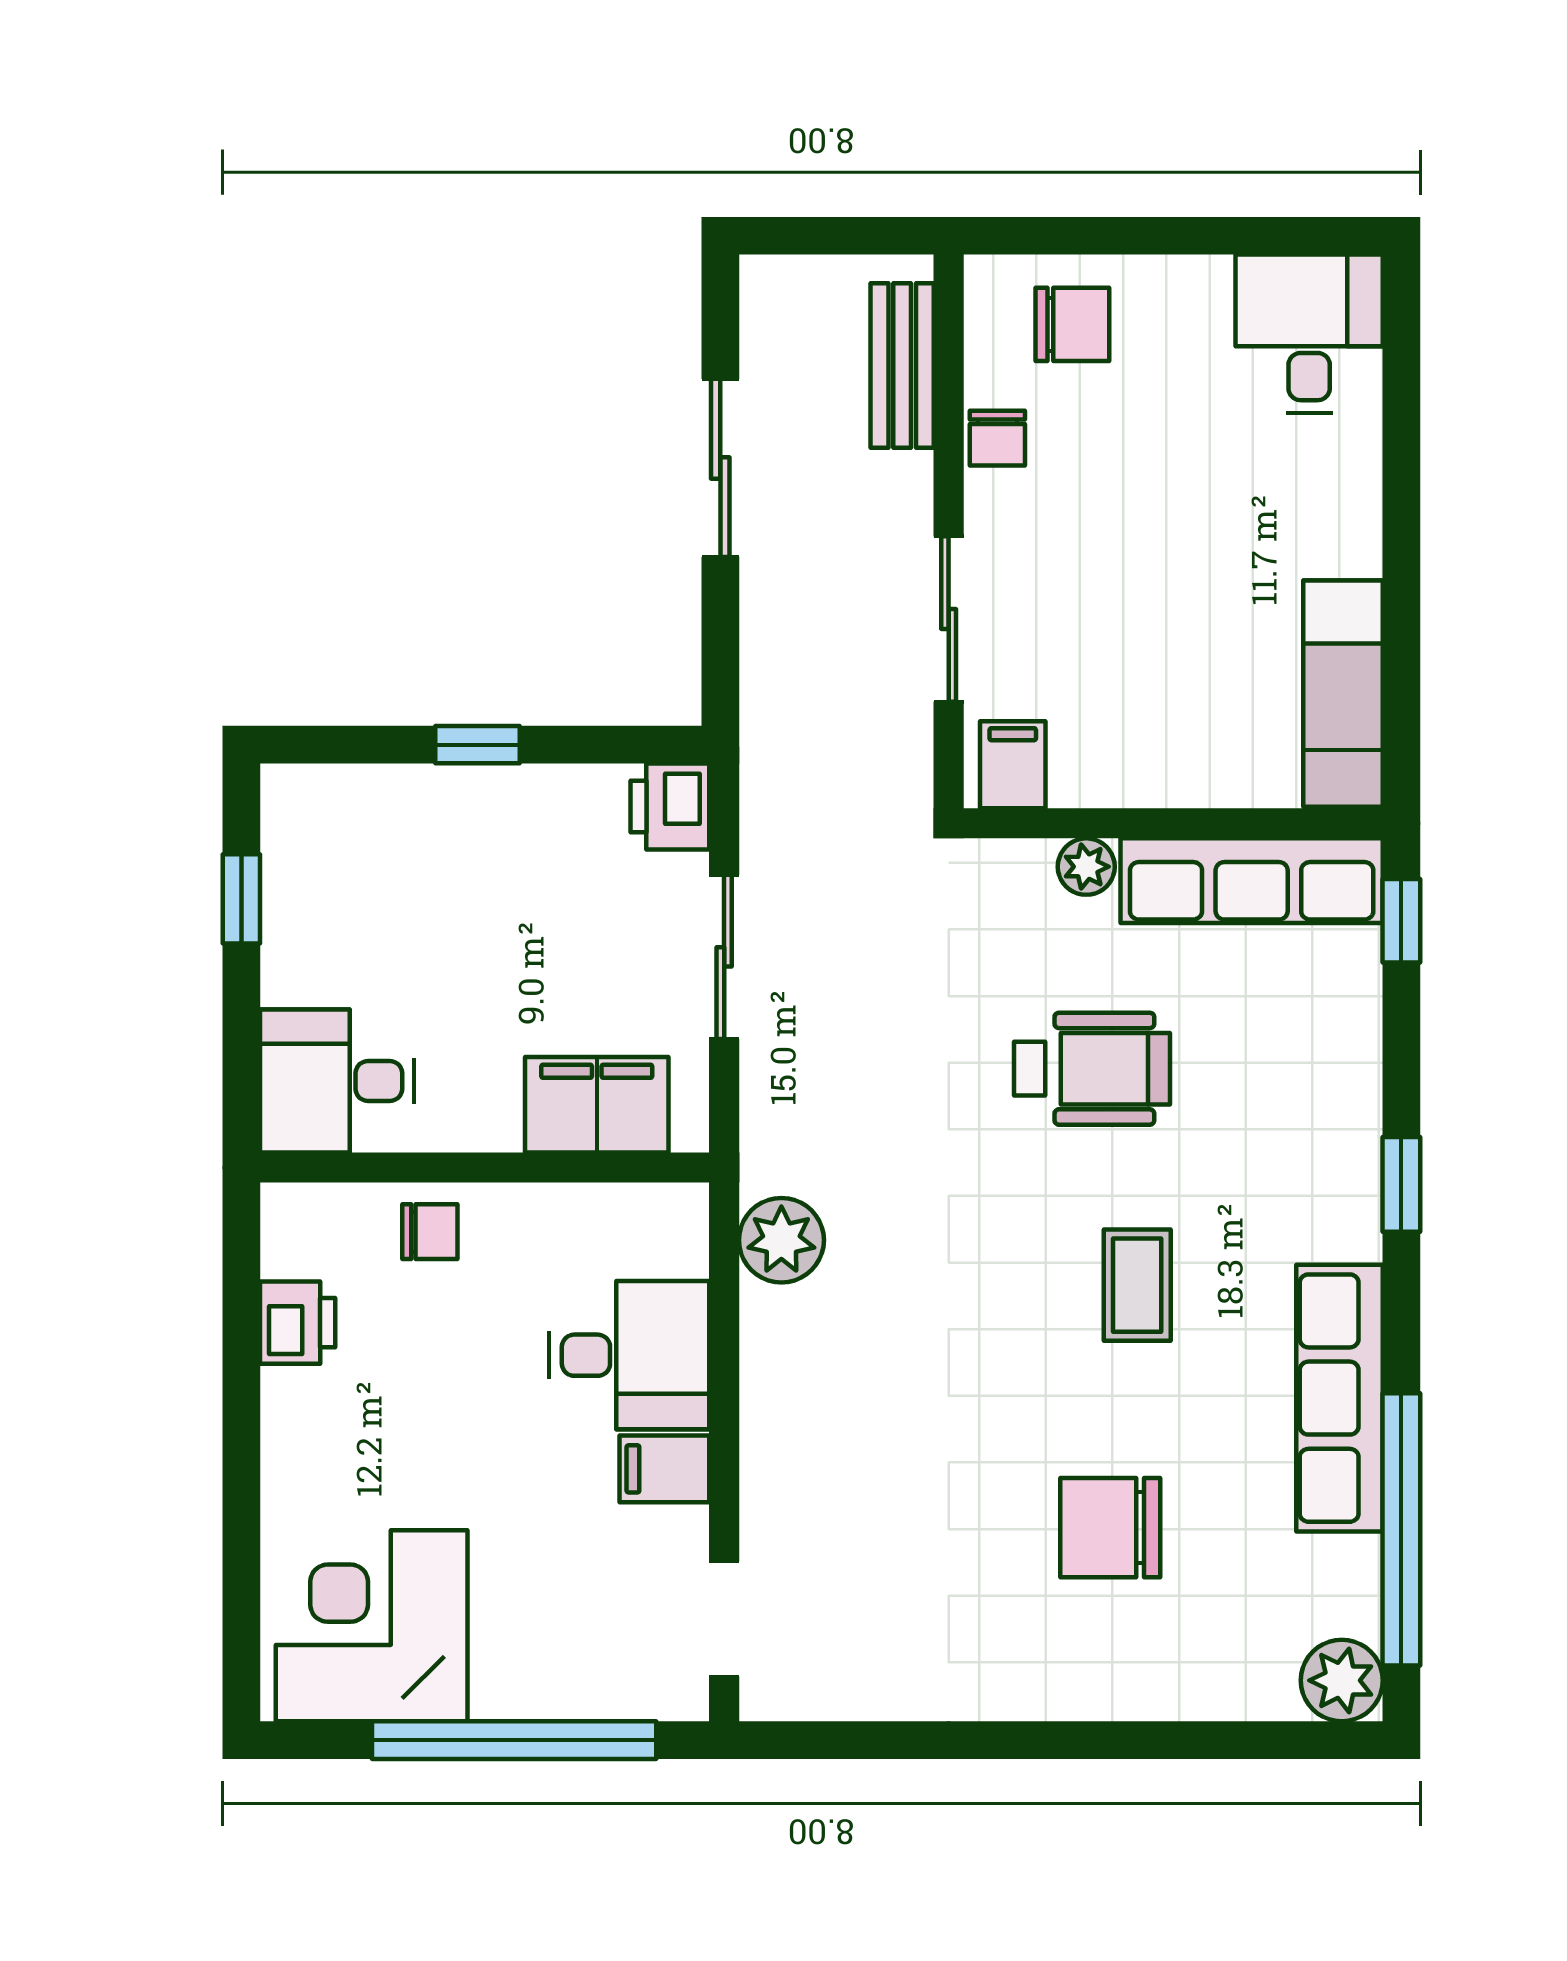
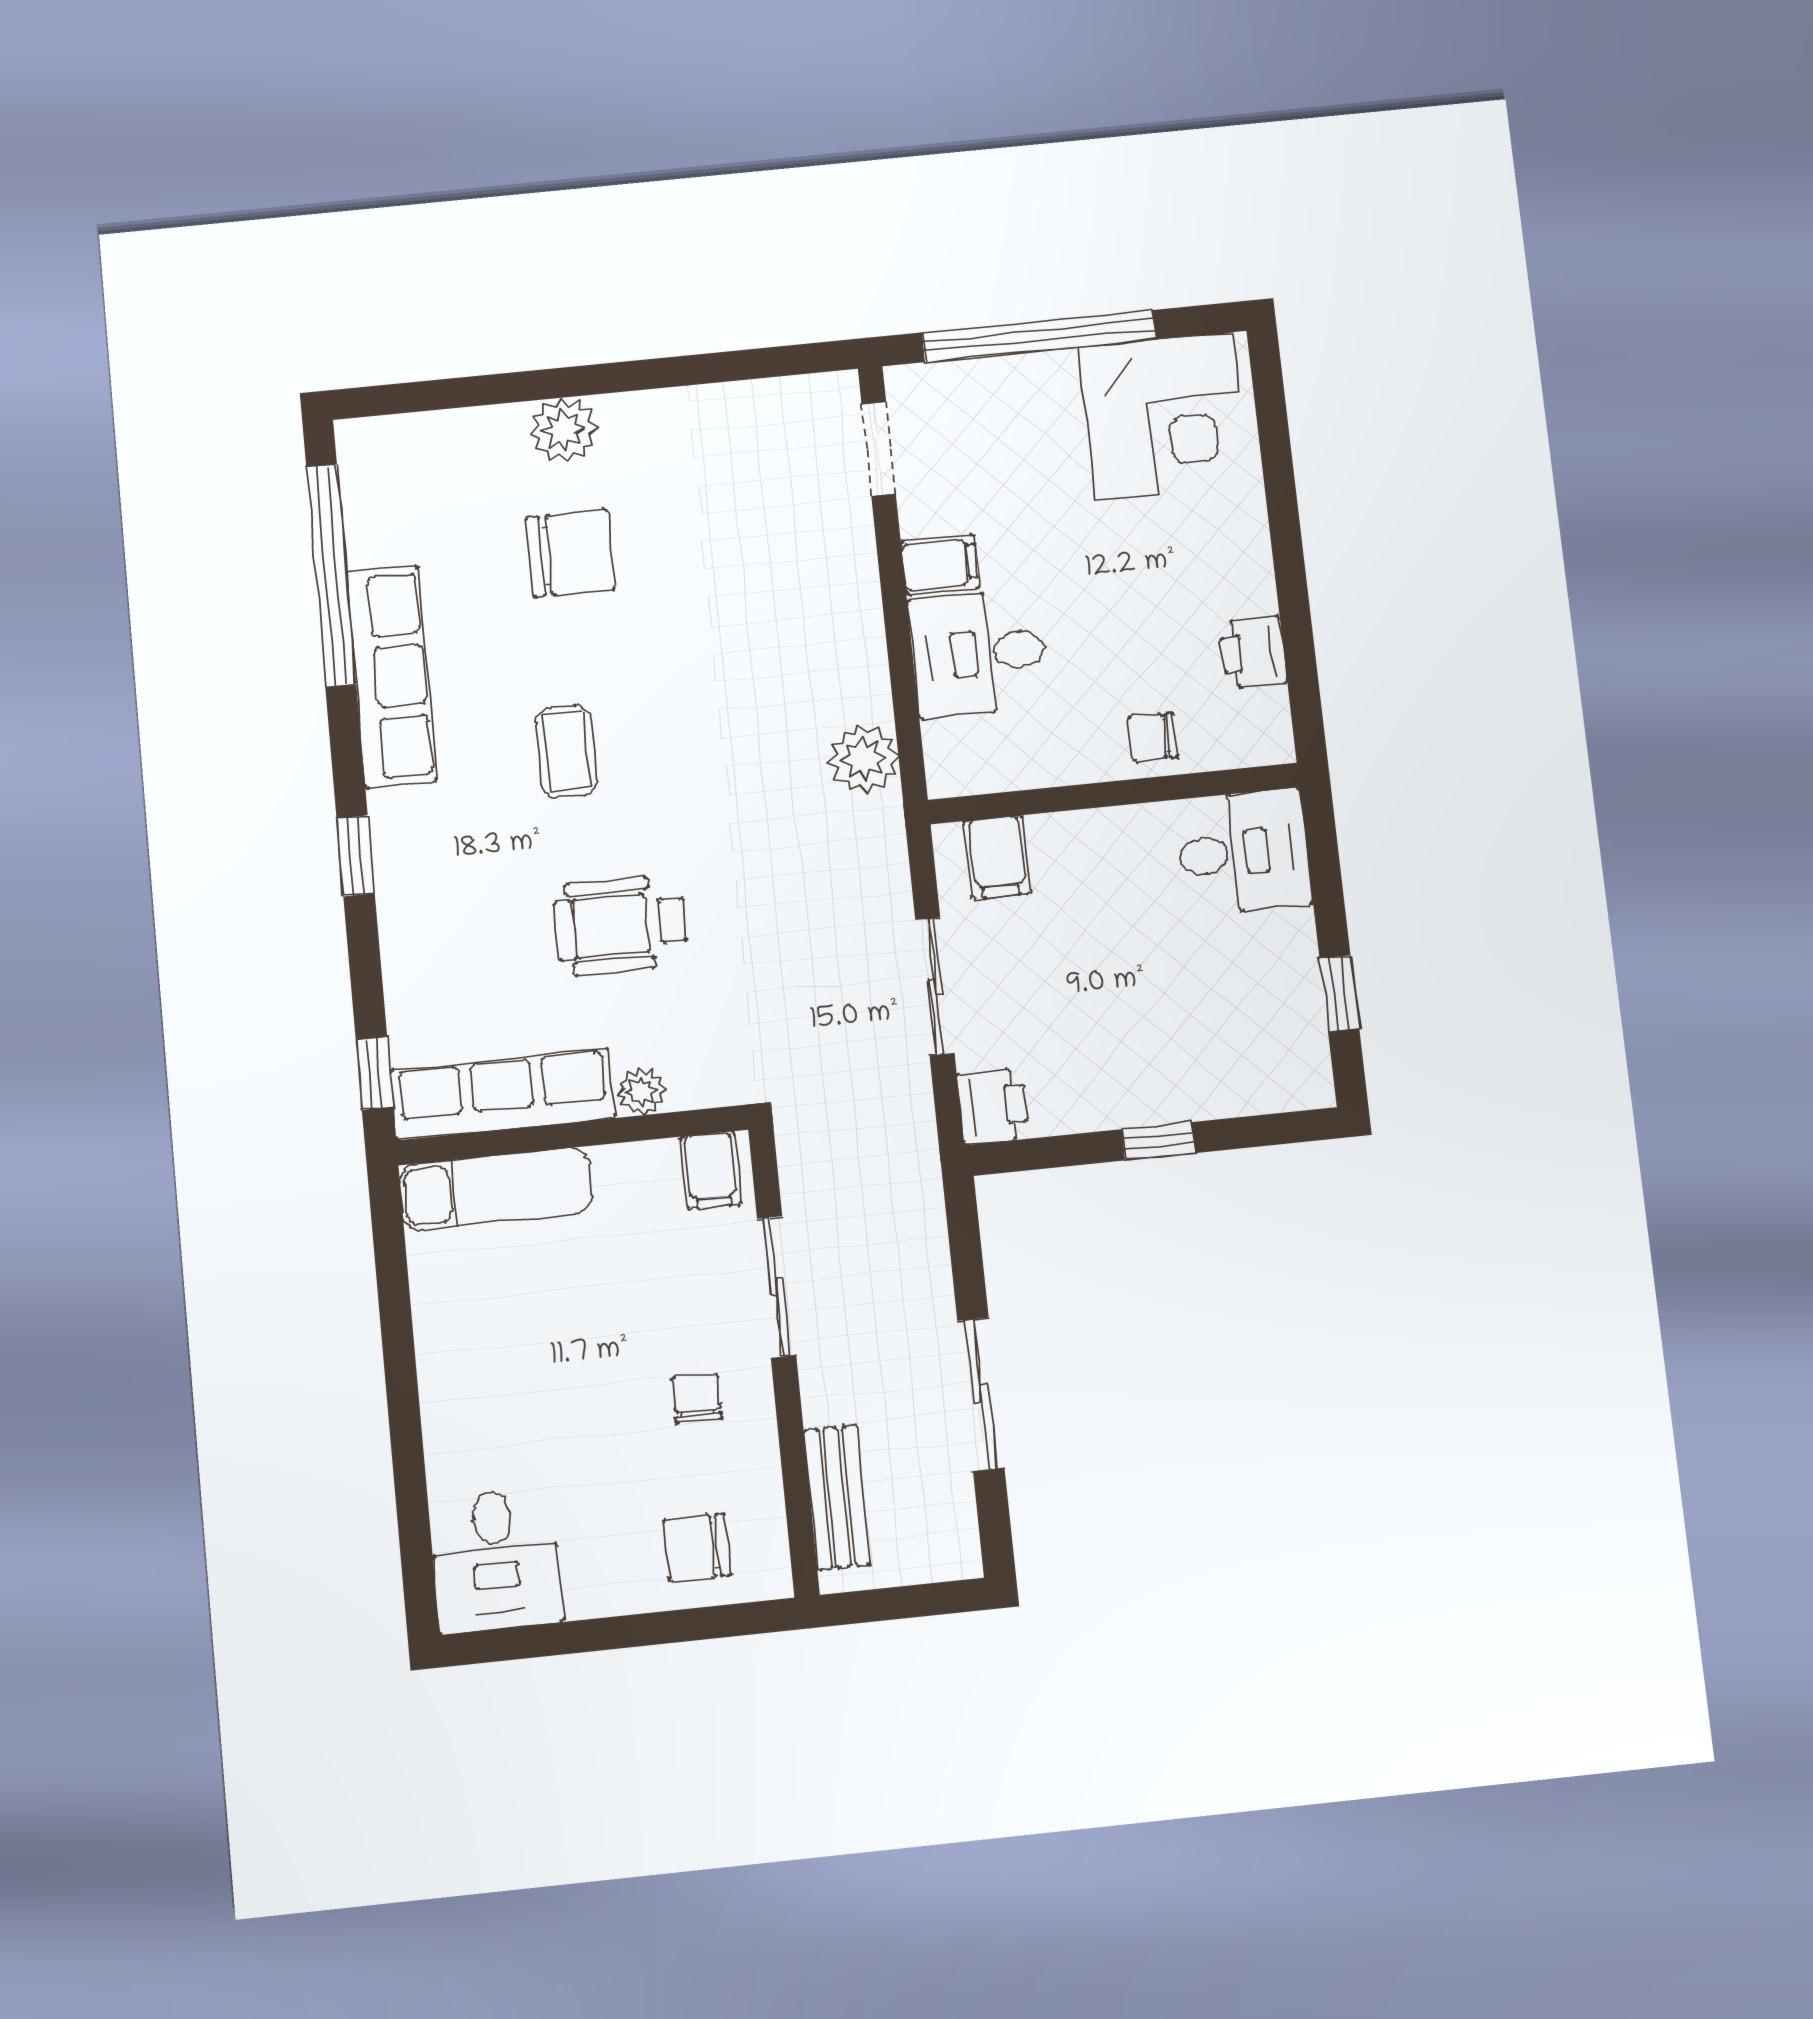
chair: (997, 438) -> (697, 1398), moved
exam couch: (1343, 694) -> (496, 1189), moved, turned 90
filing cabinet: (597, 1105) -> (998, 857), width x0.50
plant: (1342, 1680) -> (563, 430), moved

